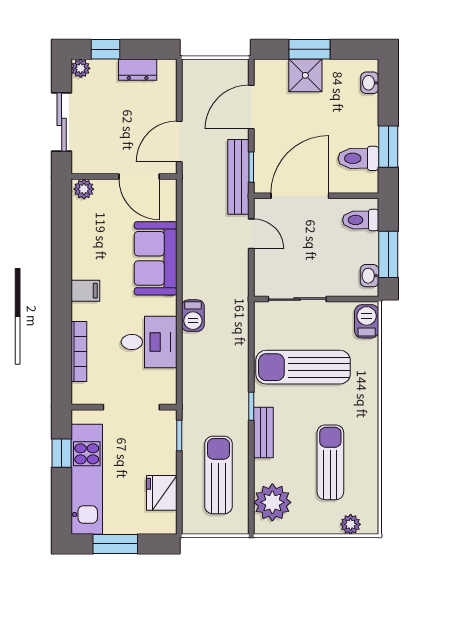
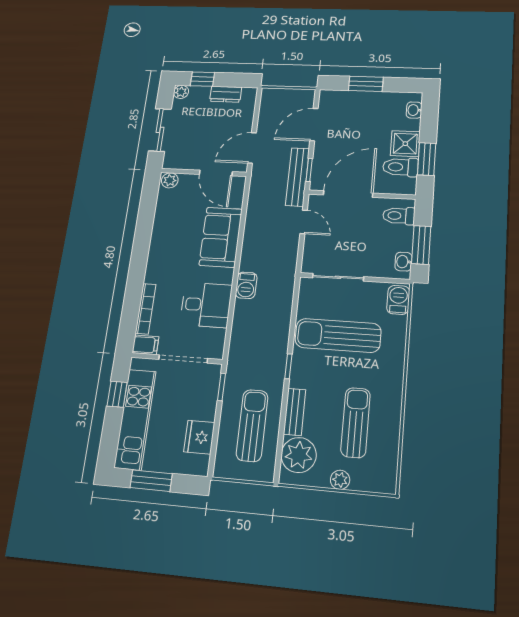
shower: (305, 75) -> (405, 144), moved
filing cabinet: (85, 291) -> (145, 345), moved
bench: (263, 433) -> (295, 412), moved
plant: (351, 524) -> (340, 480), moved

